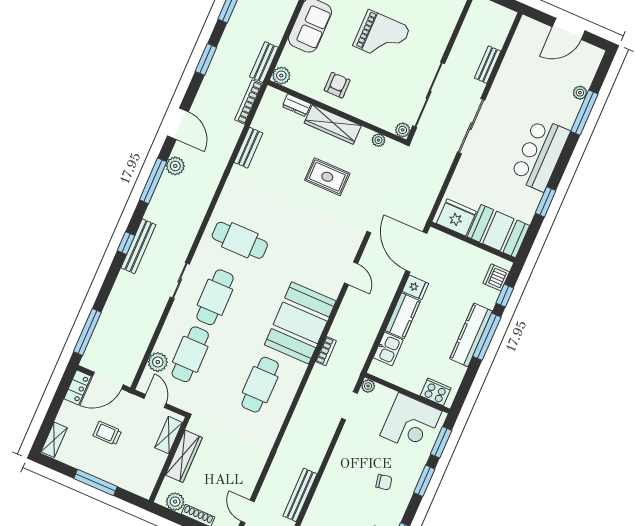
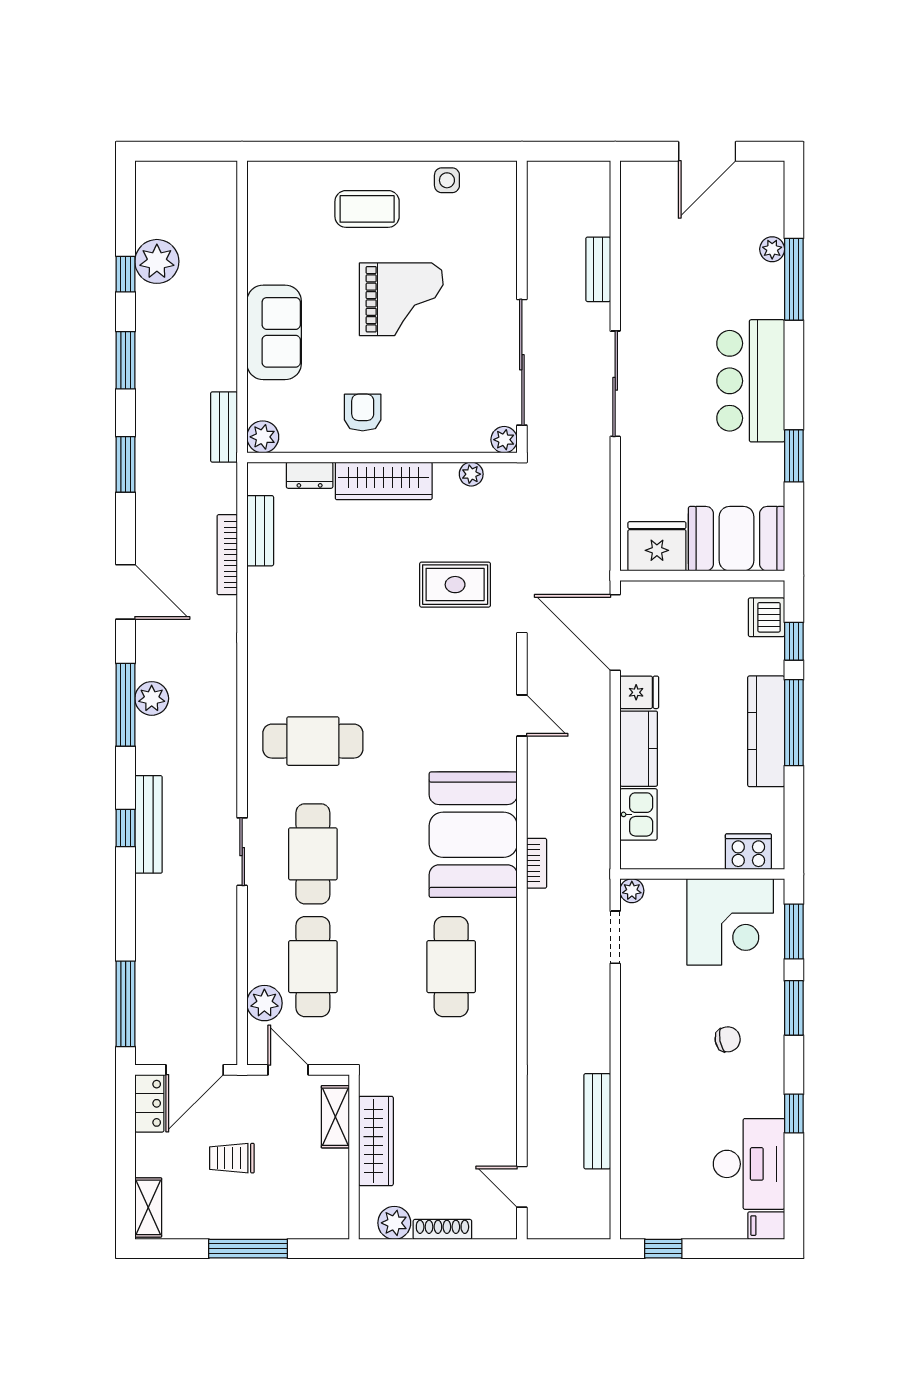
bookcase: (248, 102) -> (227, 555), moved
bench: (248, 148) -> (260, 531), moved
plant: (175, 166) -> (152, 698), moved
rug: (327, 177) -> (455, 585), moved

